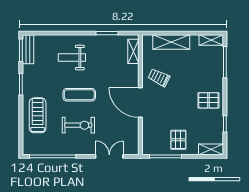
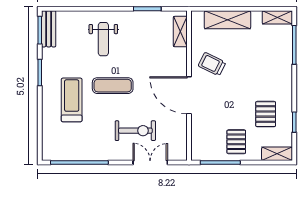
weight bench: (72, 57) -> (103, 39), turned -90
pallet: (208, 100) -> (266, 114), moved, turned 90
treadmill: (38, 115) -> (72, 100), moved
exercise bike: (78, 125) -> (135, 131), moved

